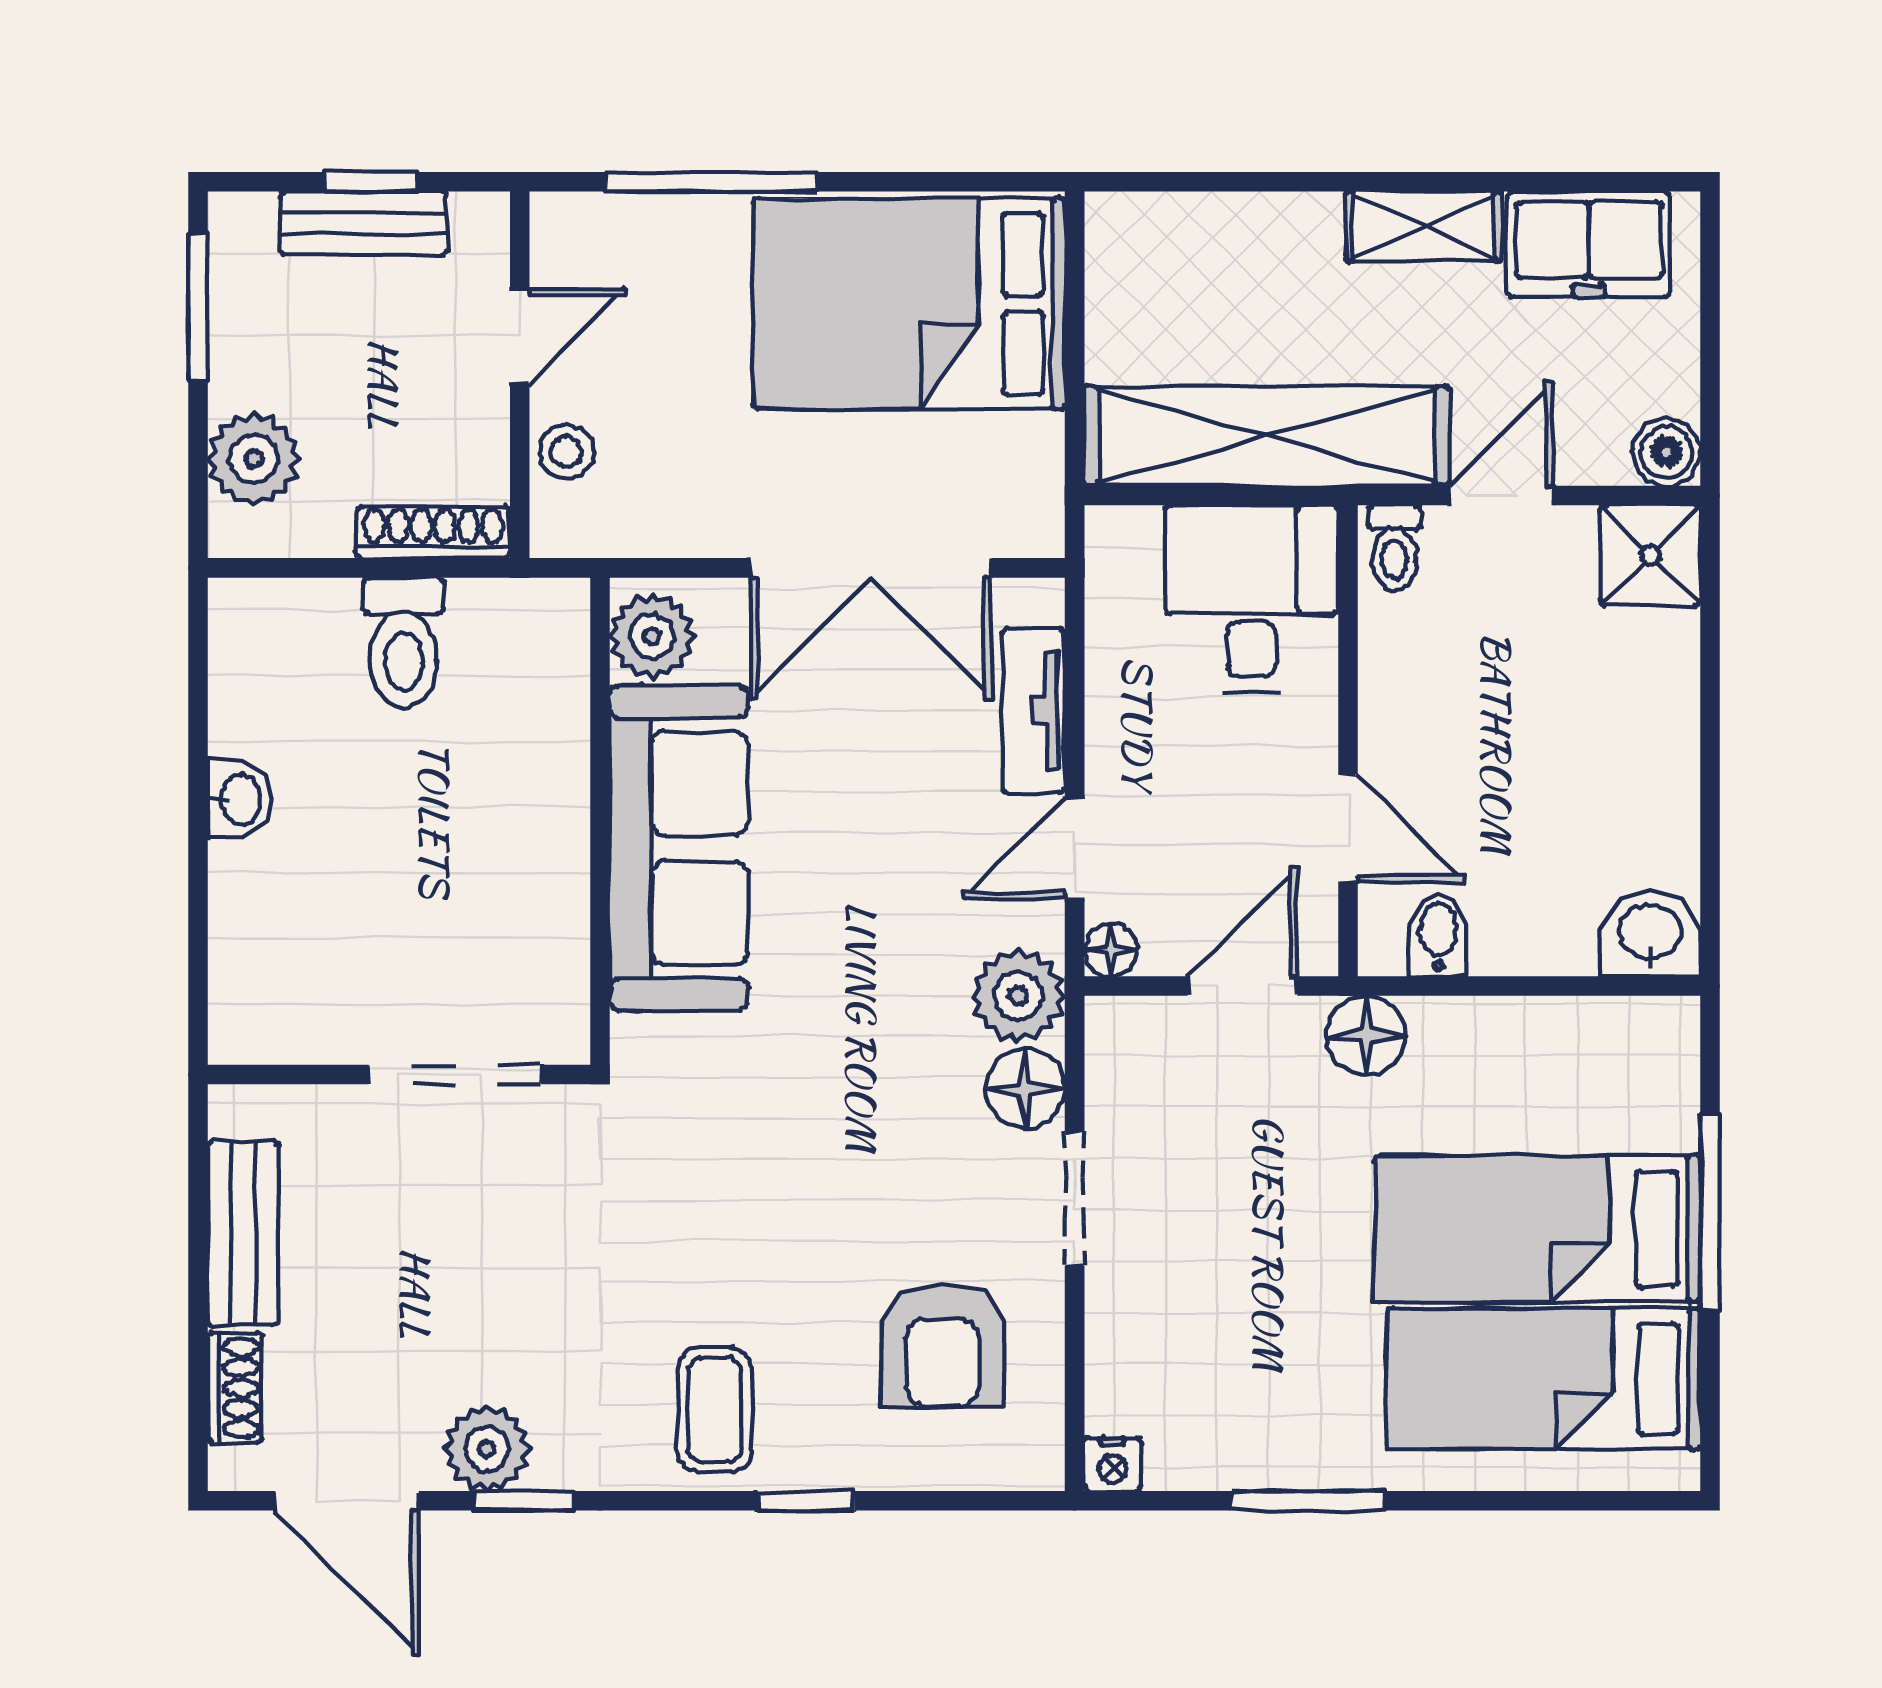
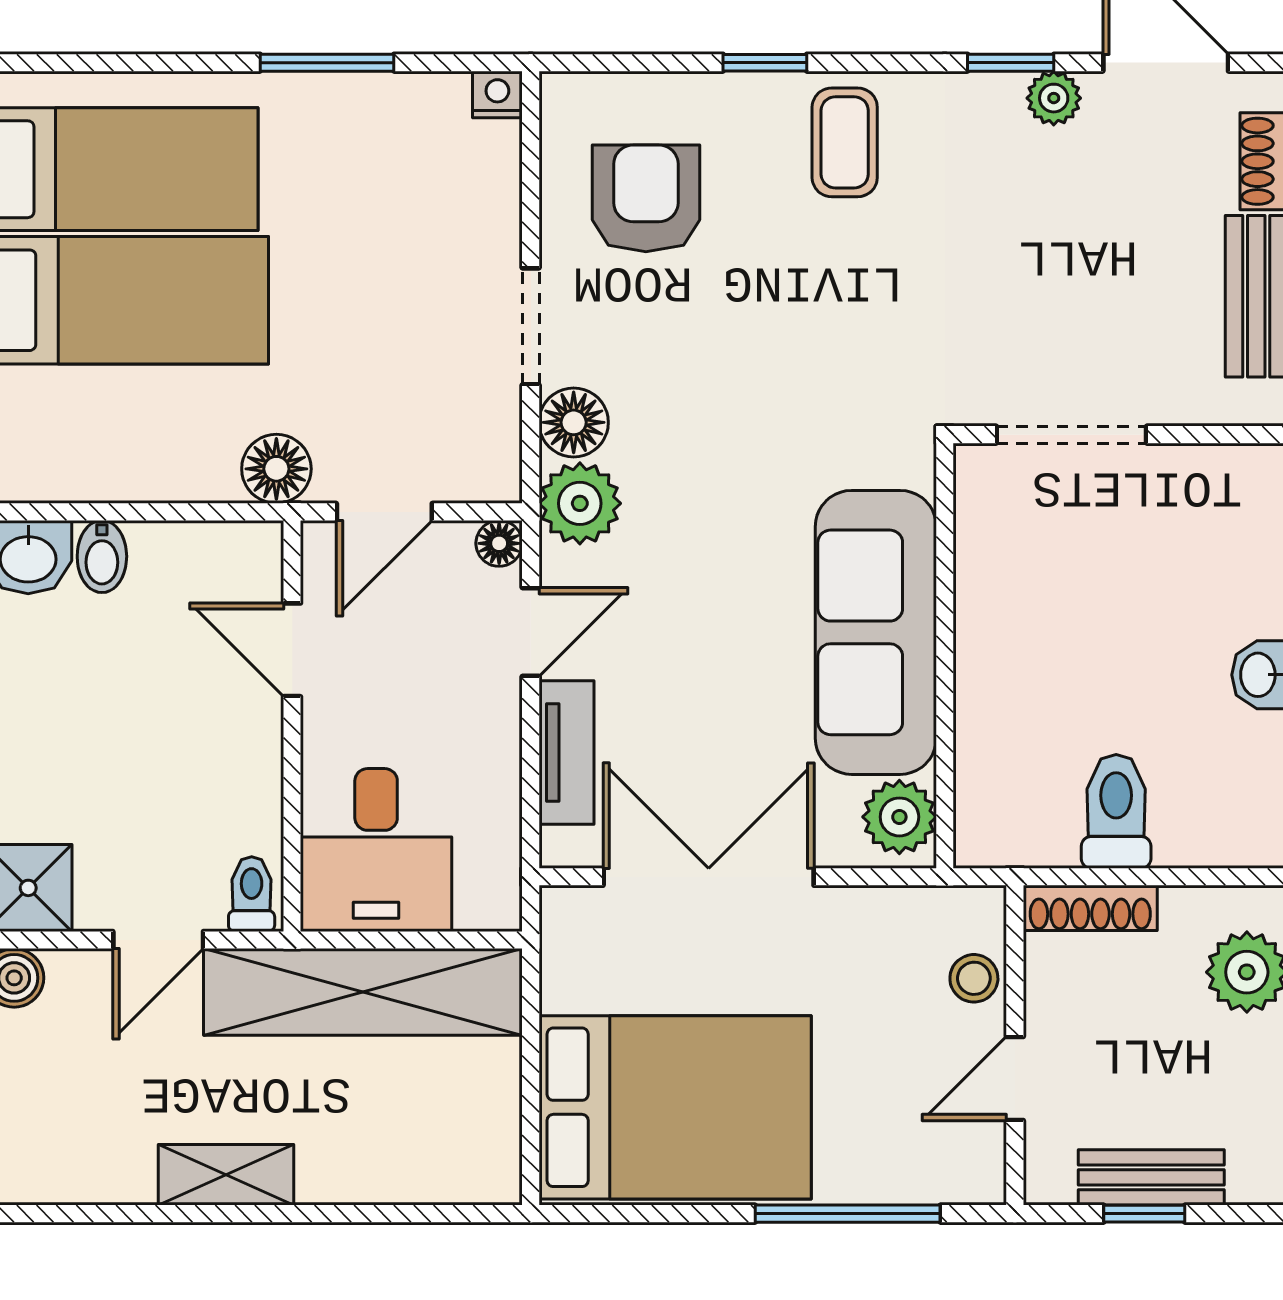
freezer: (1589, 244) -> (82, 1159), removed
bidet: (1438, 935) -> (102, 556), moved
plant: (487, 1449) -> (1054, 98), width x0.73, depth x0.73

